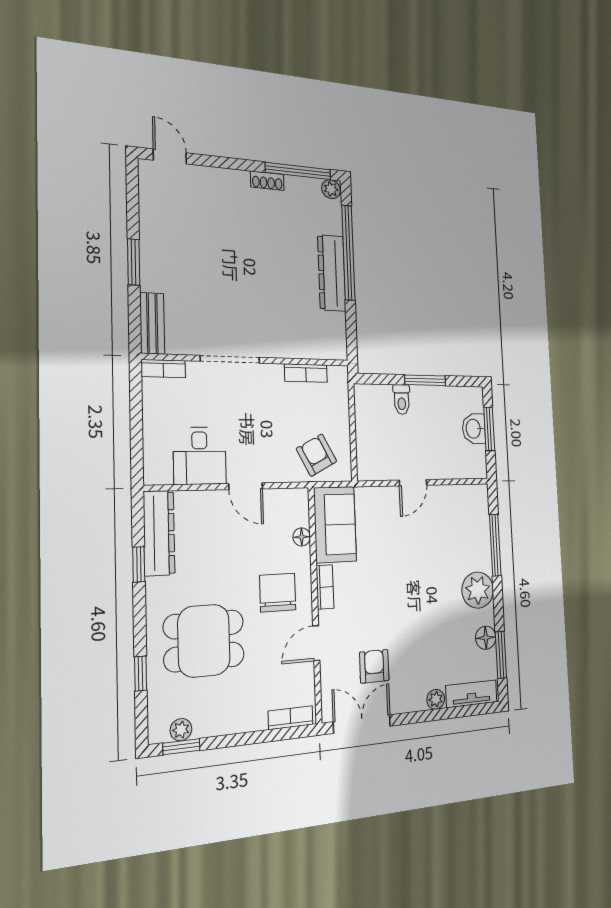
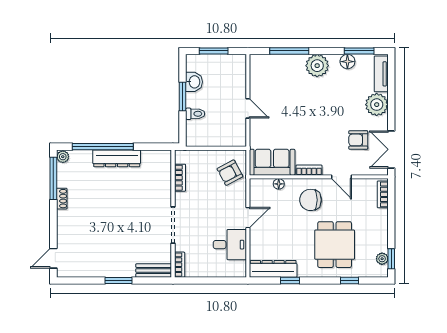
washbasin: (474, 429) -> (194, 82), moved, turned -90
plant: (436, 699) -> (377, 105), width x1.87, depth x1.87

